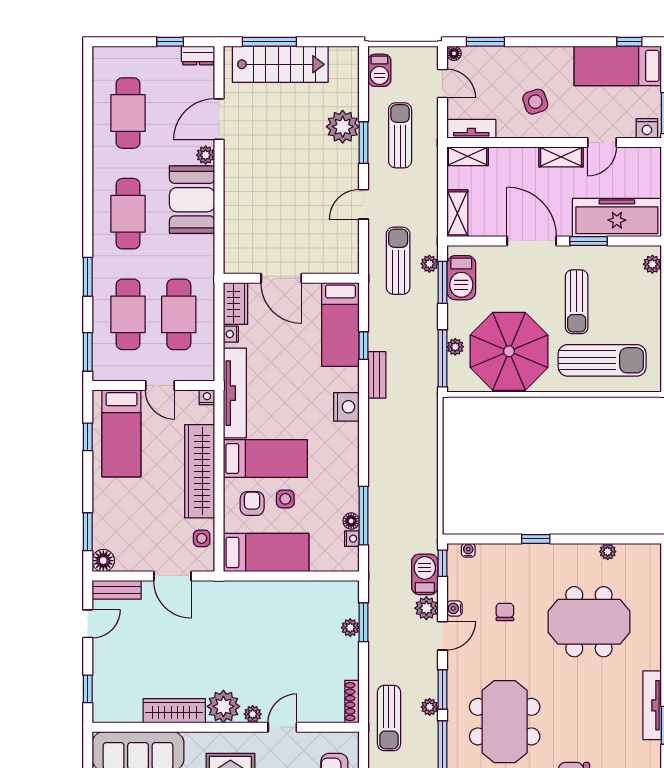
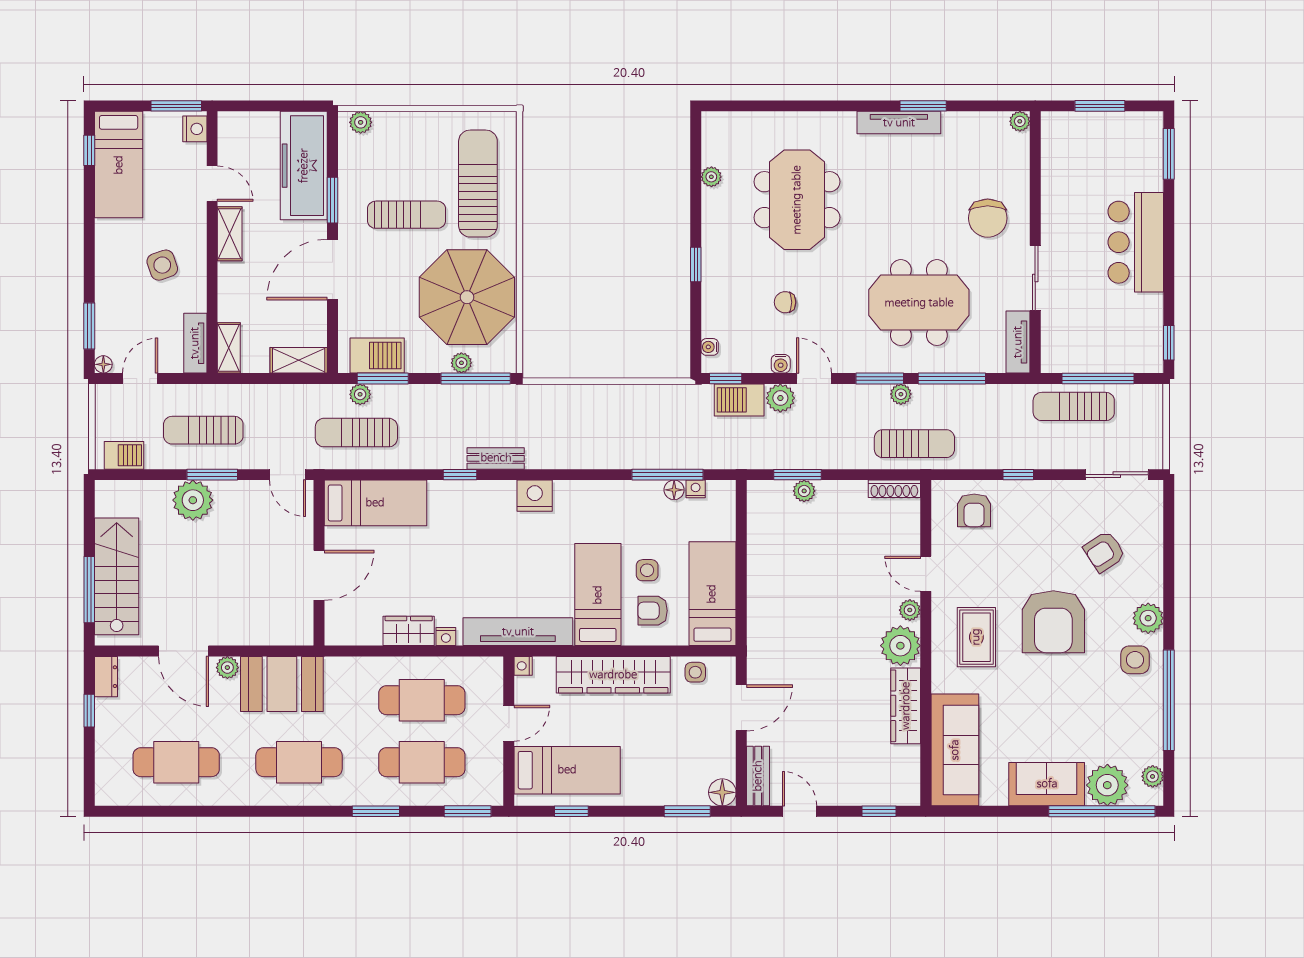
door: (281, 278) -> (319, 575), moved
wall: (291, 278) -> (319, 563), moved
bed: (340, 325) -> (375, 503), moved

